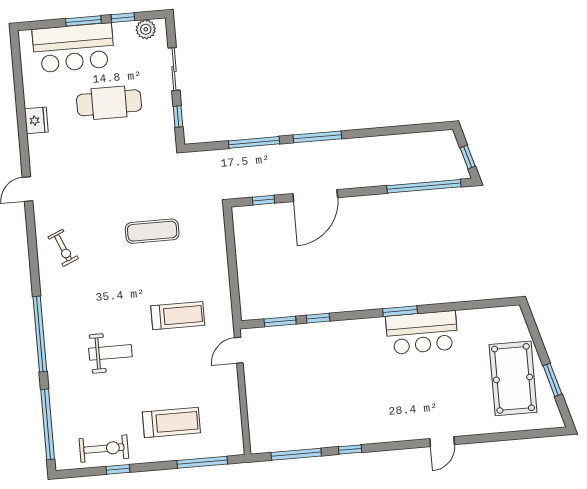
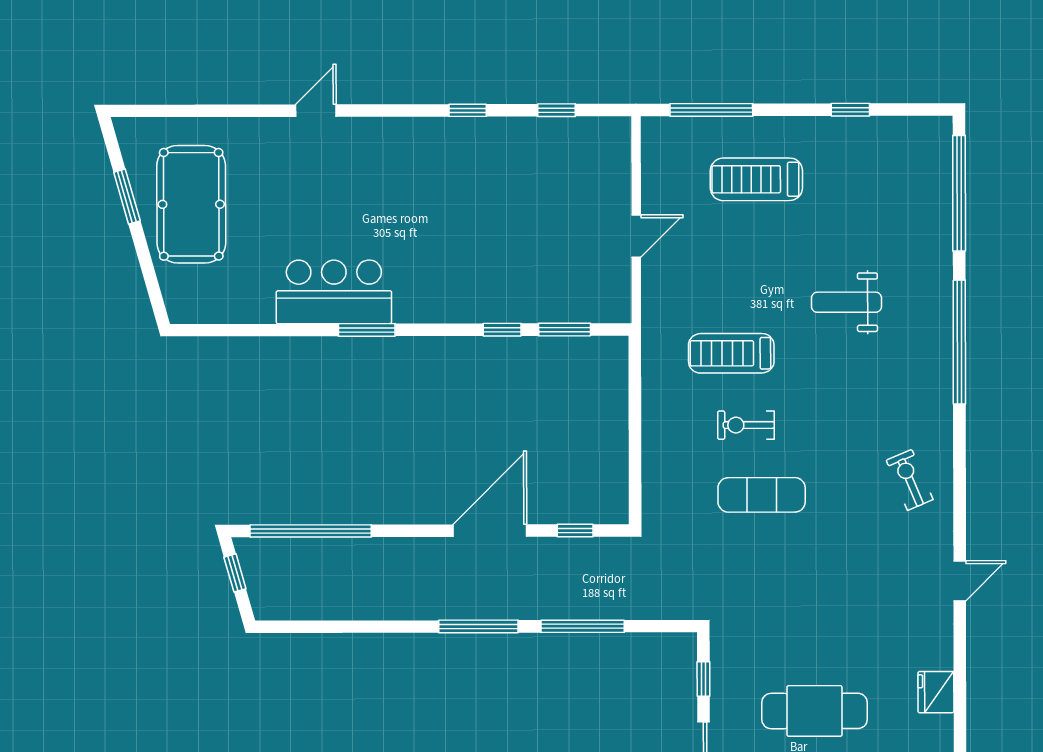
door: (239, 350) -> (636, 236), moved
exercise bike: (104, 449) -> (746, 425), moved, width x0.73, depth x0.72
window: (296, 454) -> (556, 110), width x0.46

